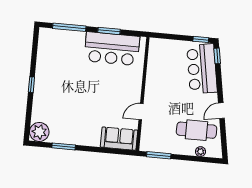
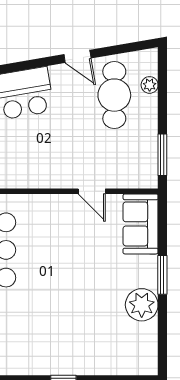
plant: (39, 132) -> (142, 305), moved
window: (64, 146) -> (162, 275), moved

